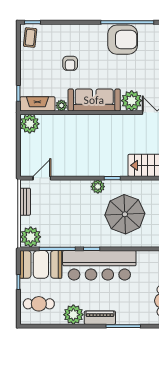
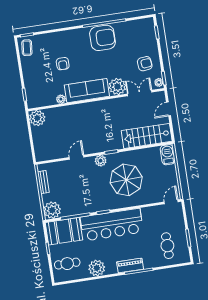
fireplace: (37, 104) -> (41, 101), removed
door: (42, 178) -> (76, 157), moved
piano: (100, 318) -> (130, 265), moved

